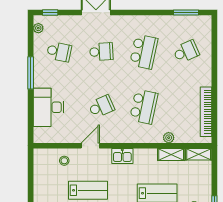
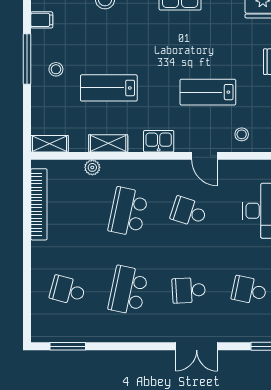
school desk: (186, 52) -> (68, 290), turned 39
school desk: (101, 107) -> (189, 212), turned 42
door: (90, 146) -> (204, 156), hinge flipped
shelving: (171, 154) -> (108, 143), moved

